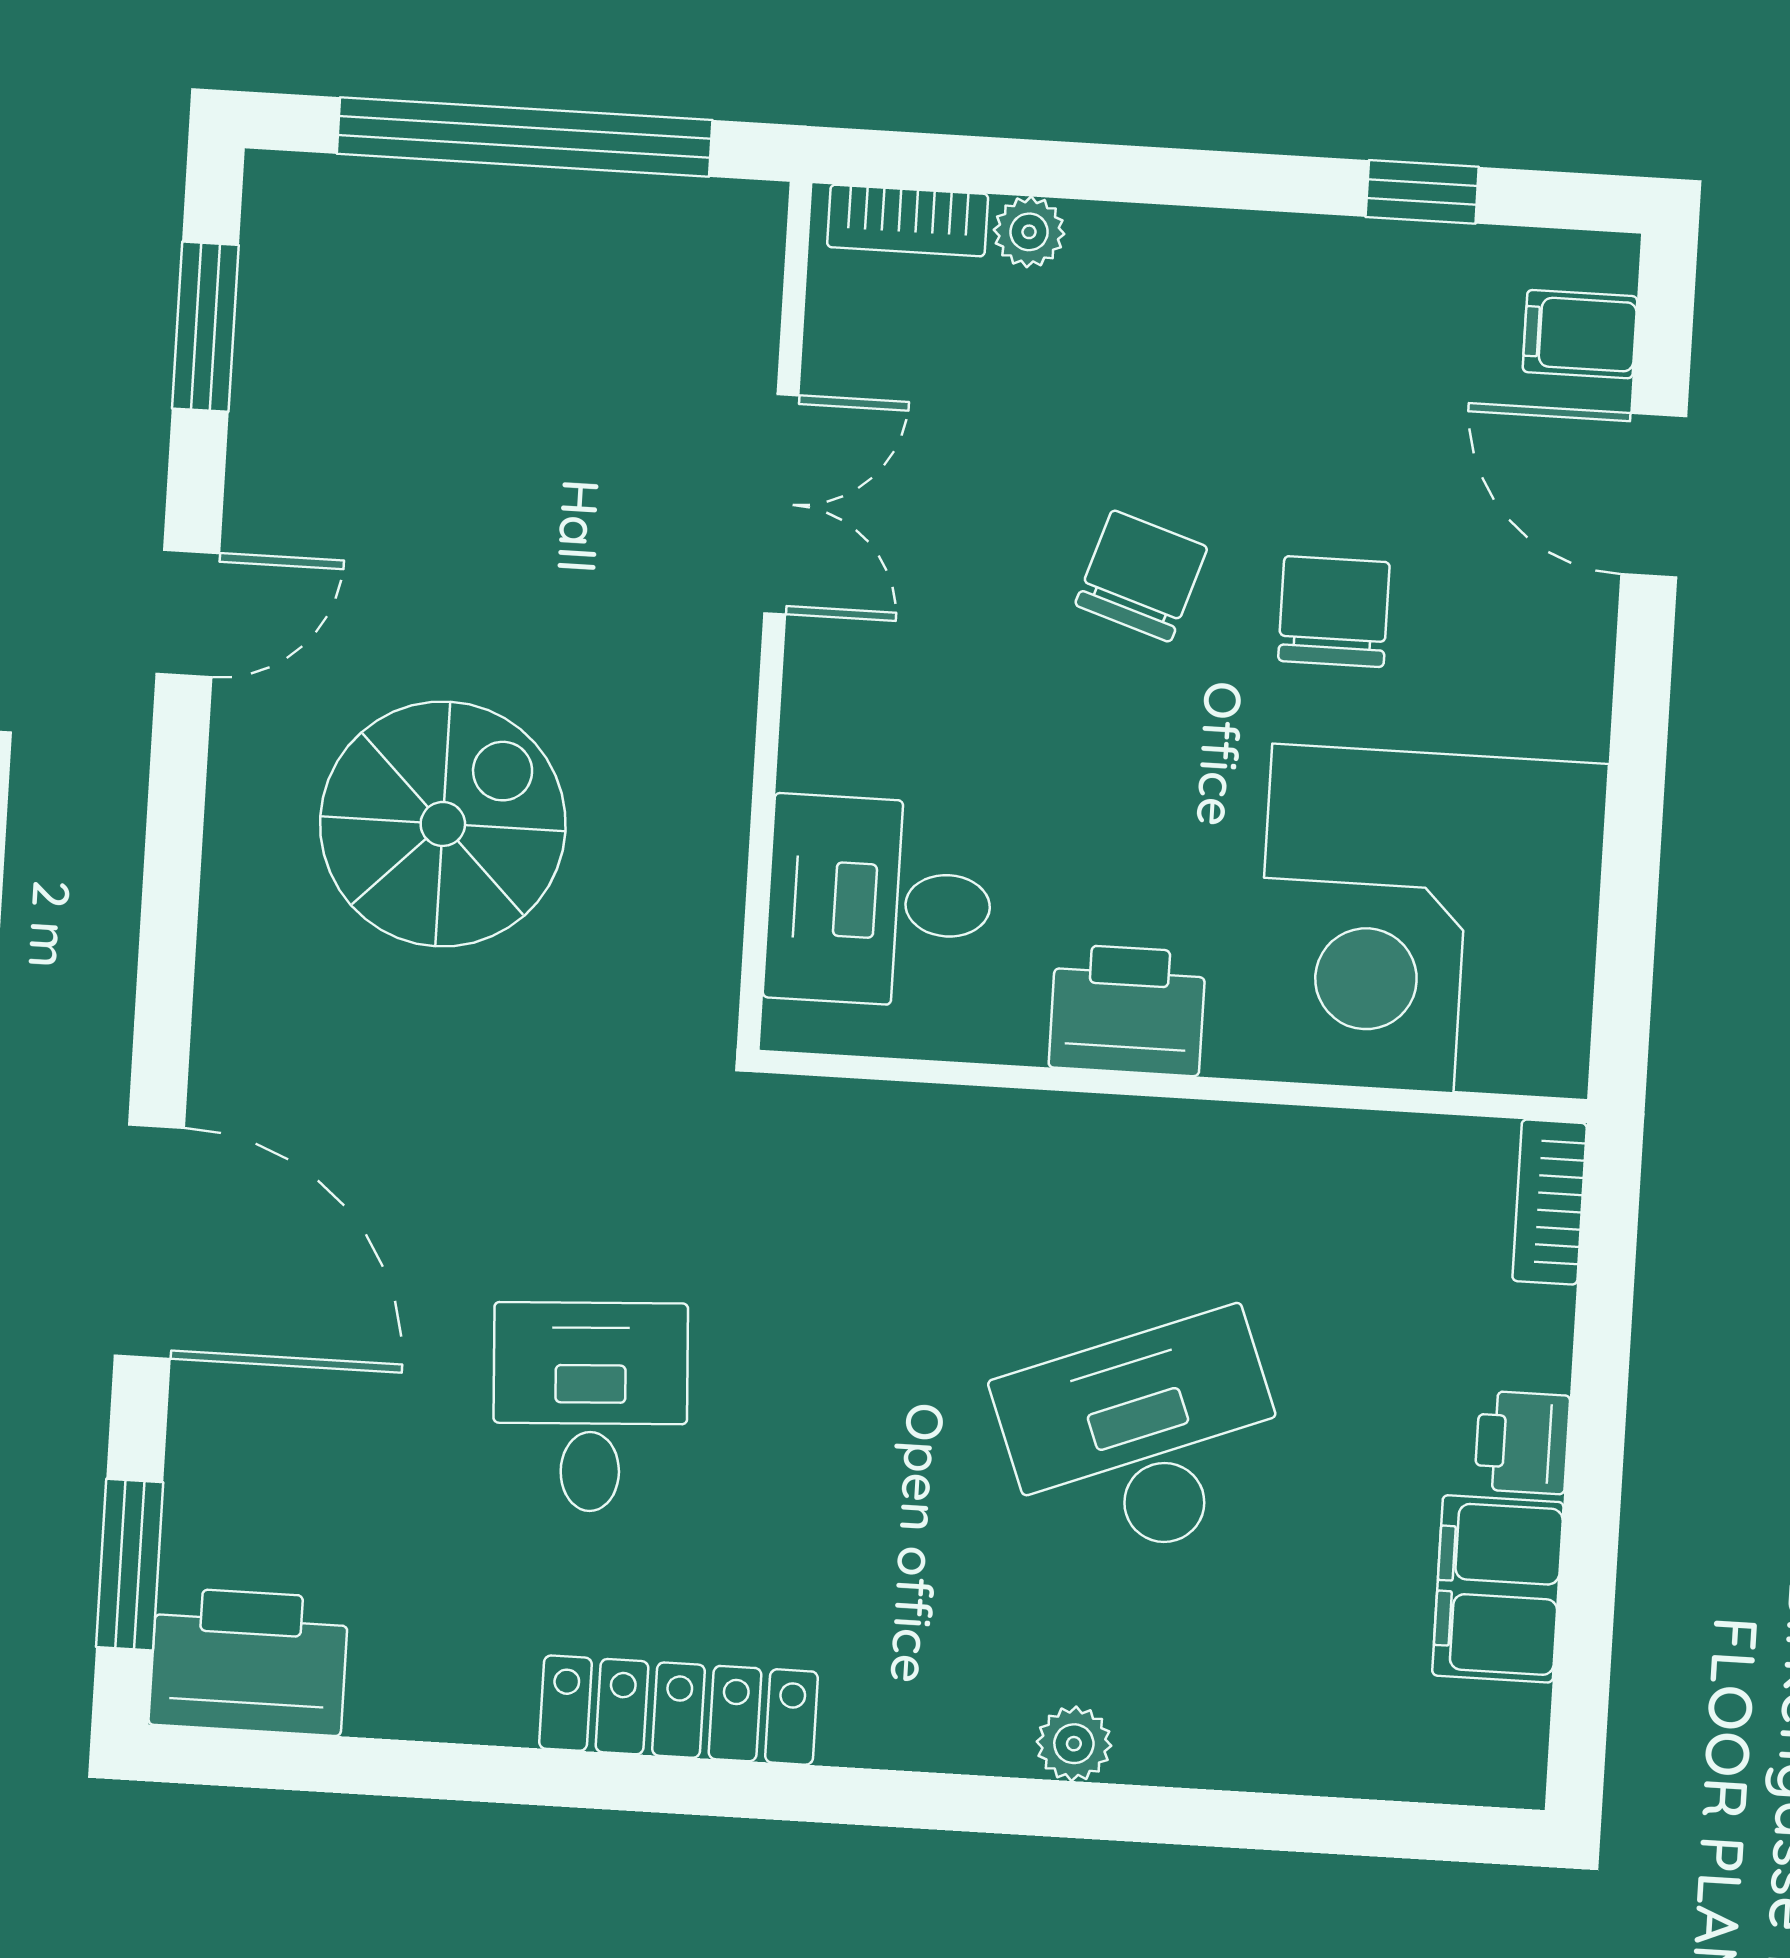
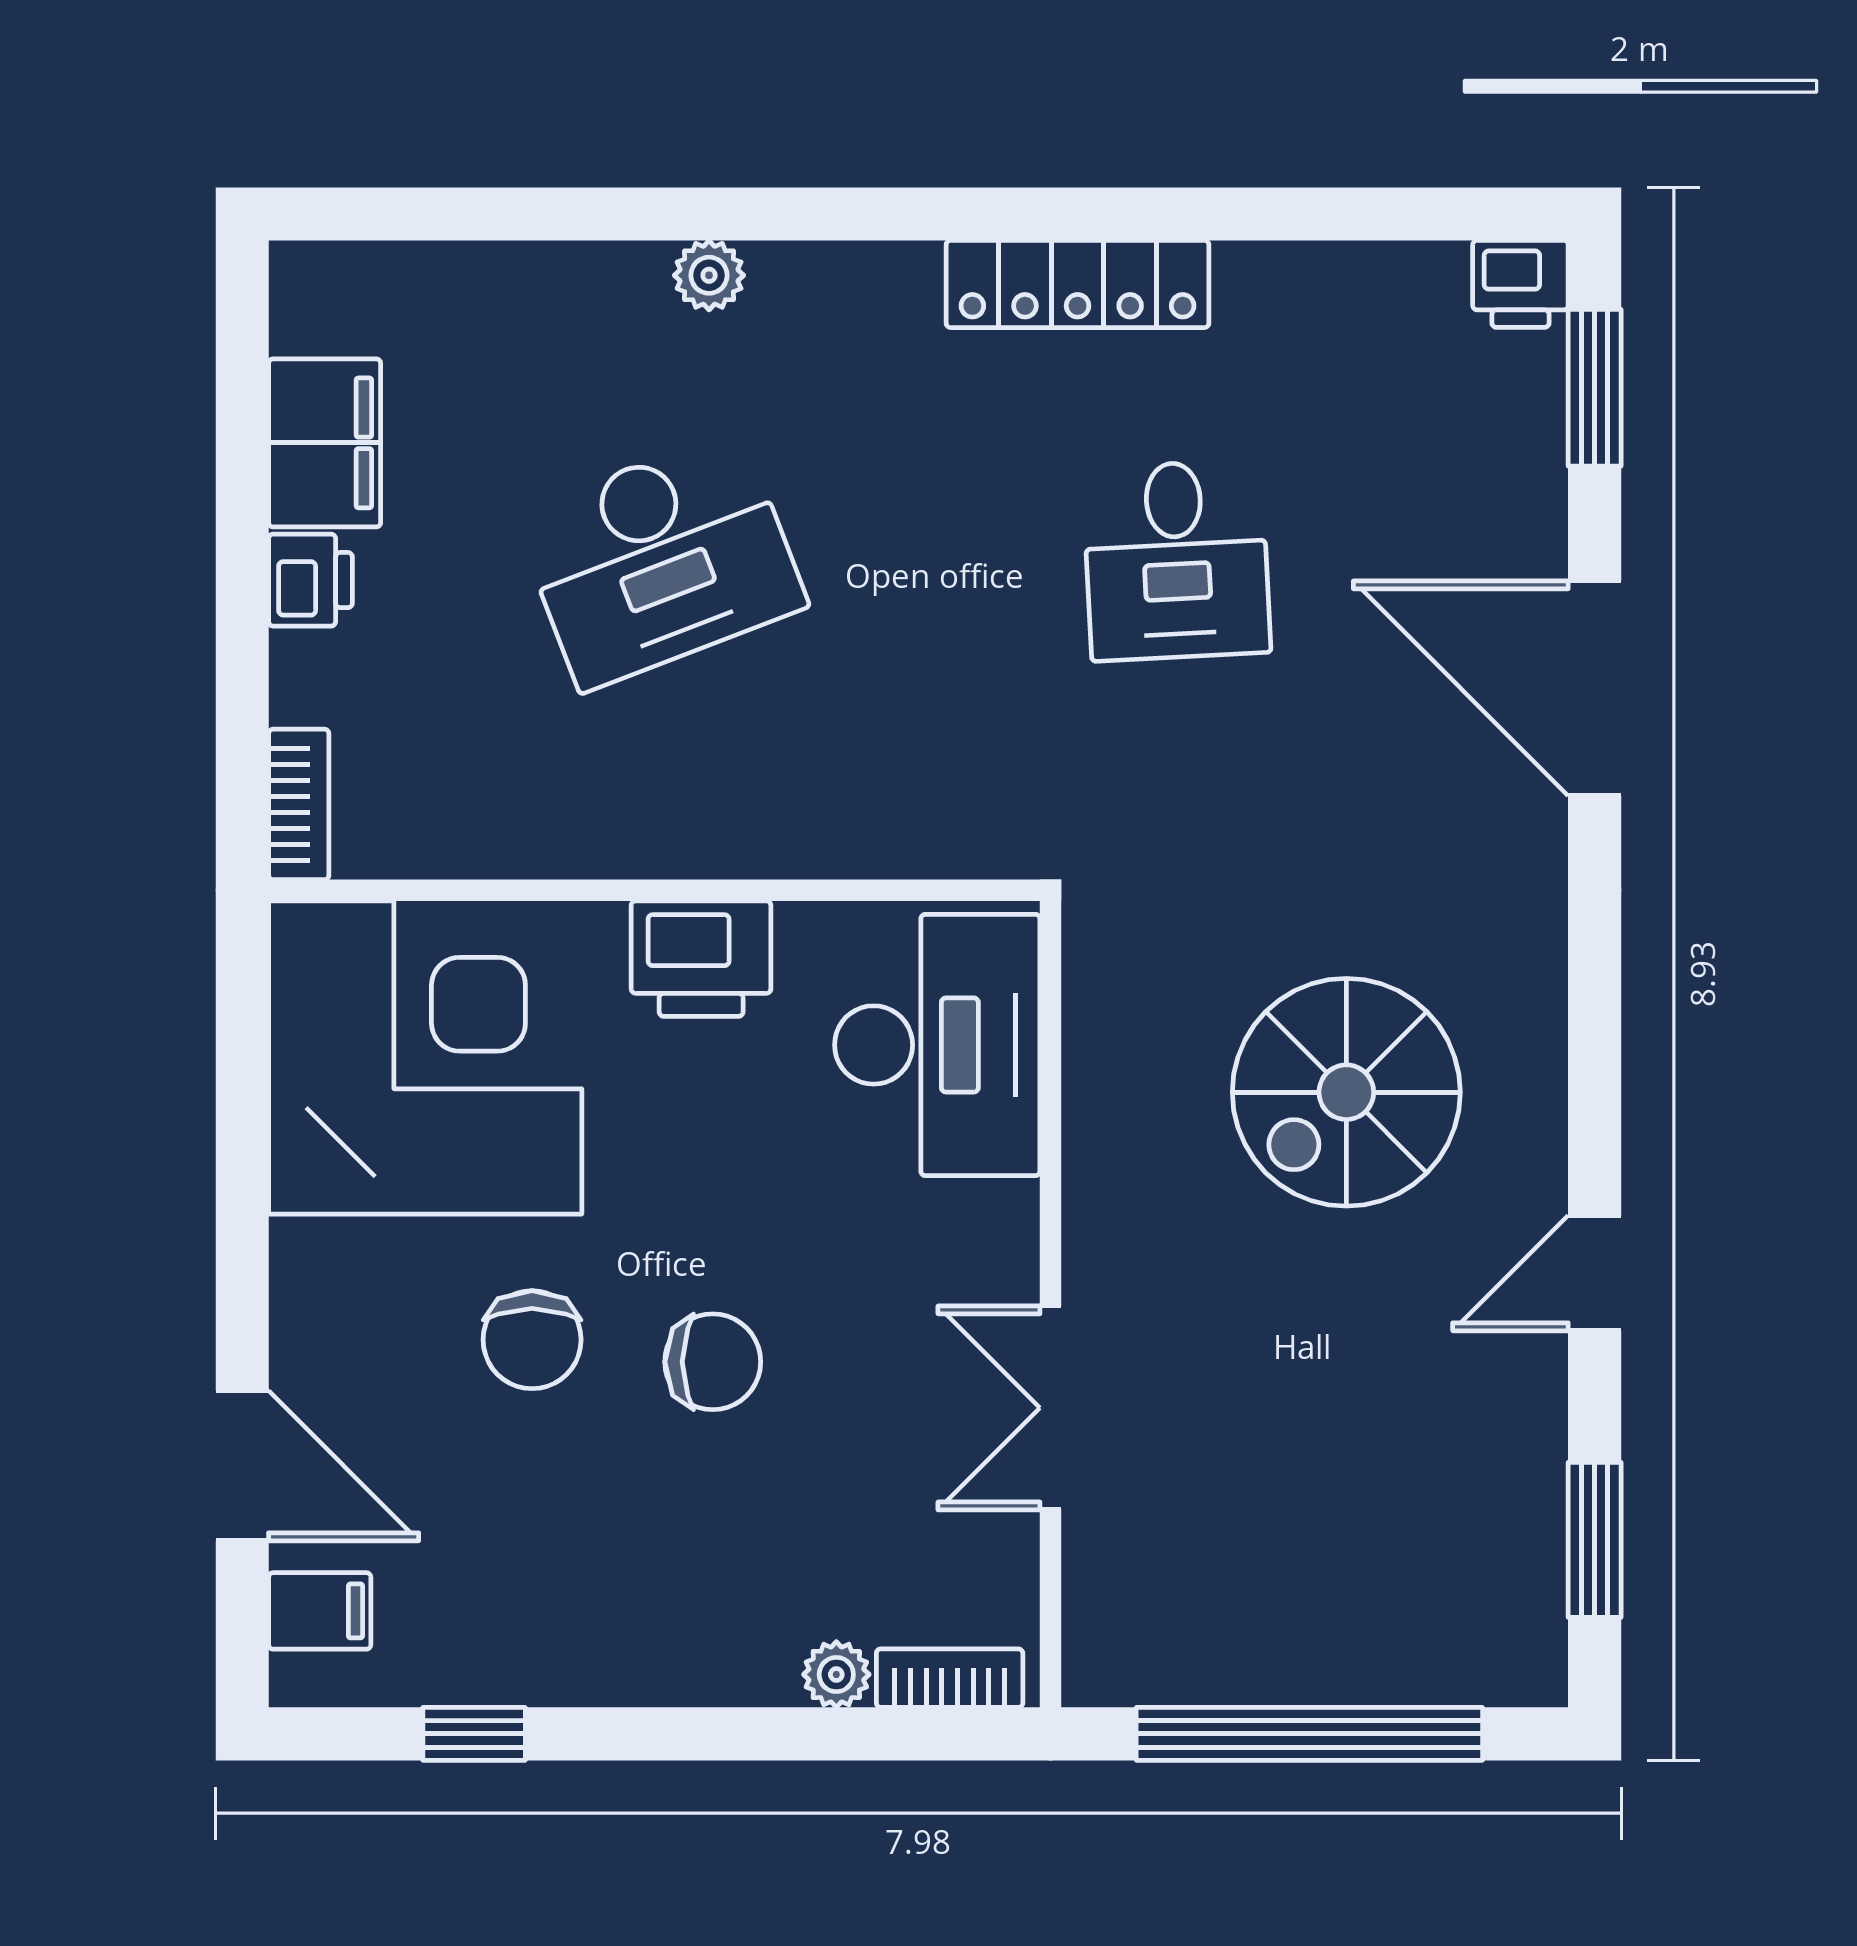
chair: (1141, 576) -> (713, 1362), turned -108
desk: (879, 902) -> (937, 1045), width x1.37
printer: (249, 1661) -> (1520, 284), width x0.53, depth x0.68

